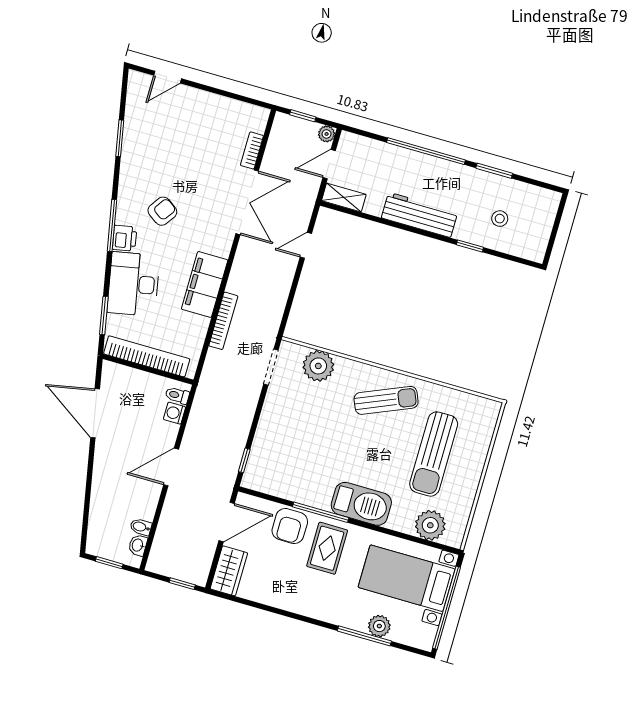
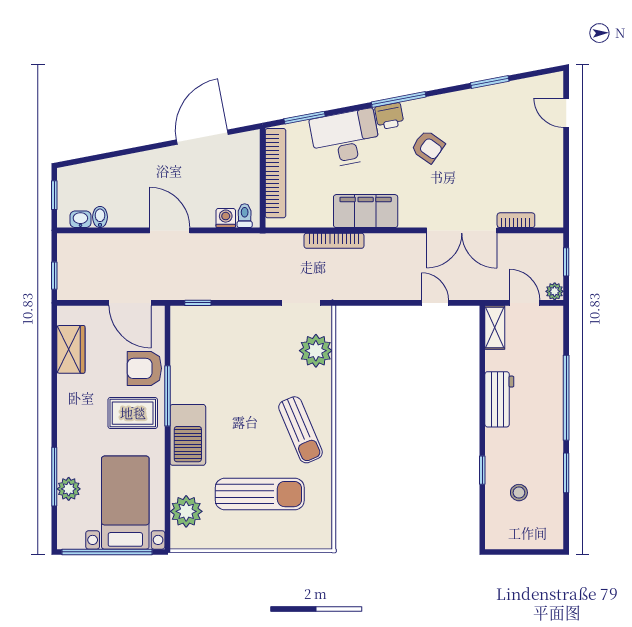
workbench: (420, 215) -> (499, 399), width x0.73
sun lounger: (434, 454) -> (260, 494), turned 180
wardrobe: (229, 571) -> (71, 349), moved, turned -90

